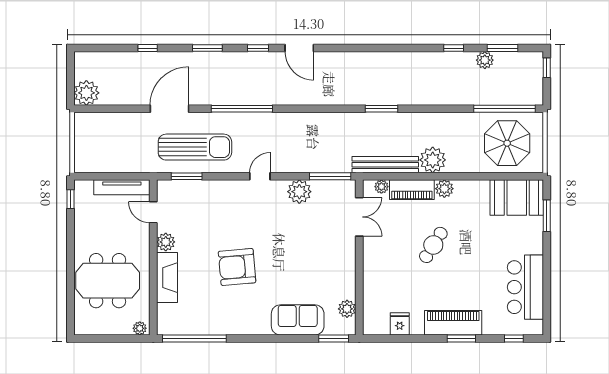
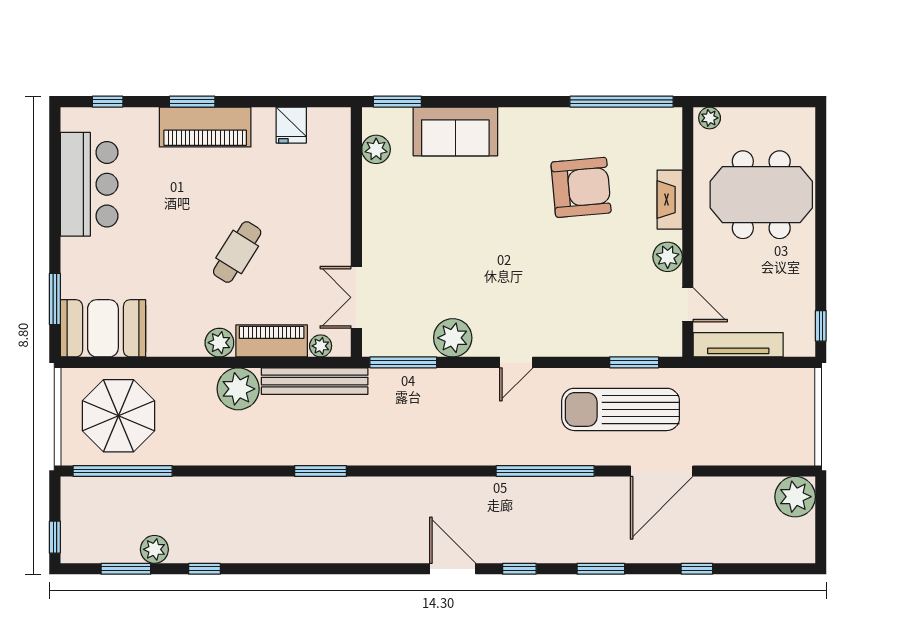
armchair: (237, 267) -> (581, 187), moved
fireplace: (167, 278) -> (670, 200), width x0.73, depth x0.76

